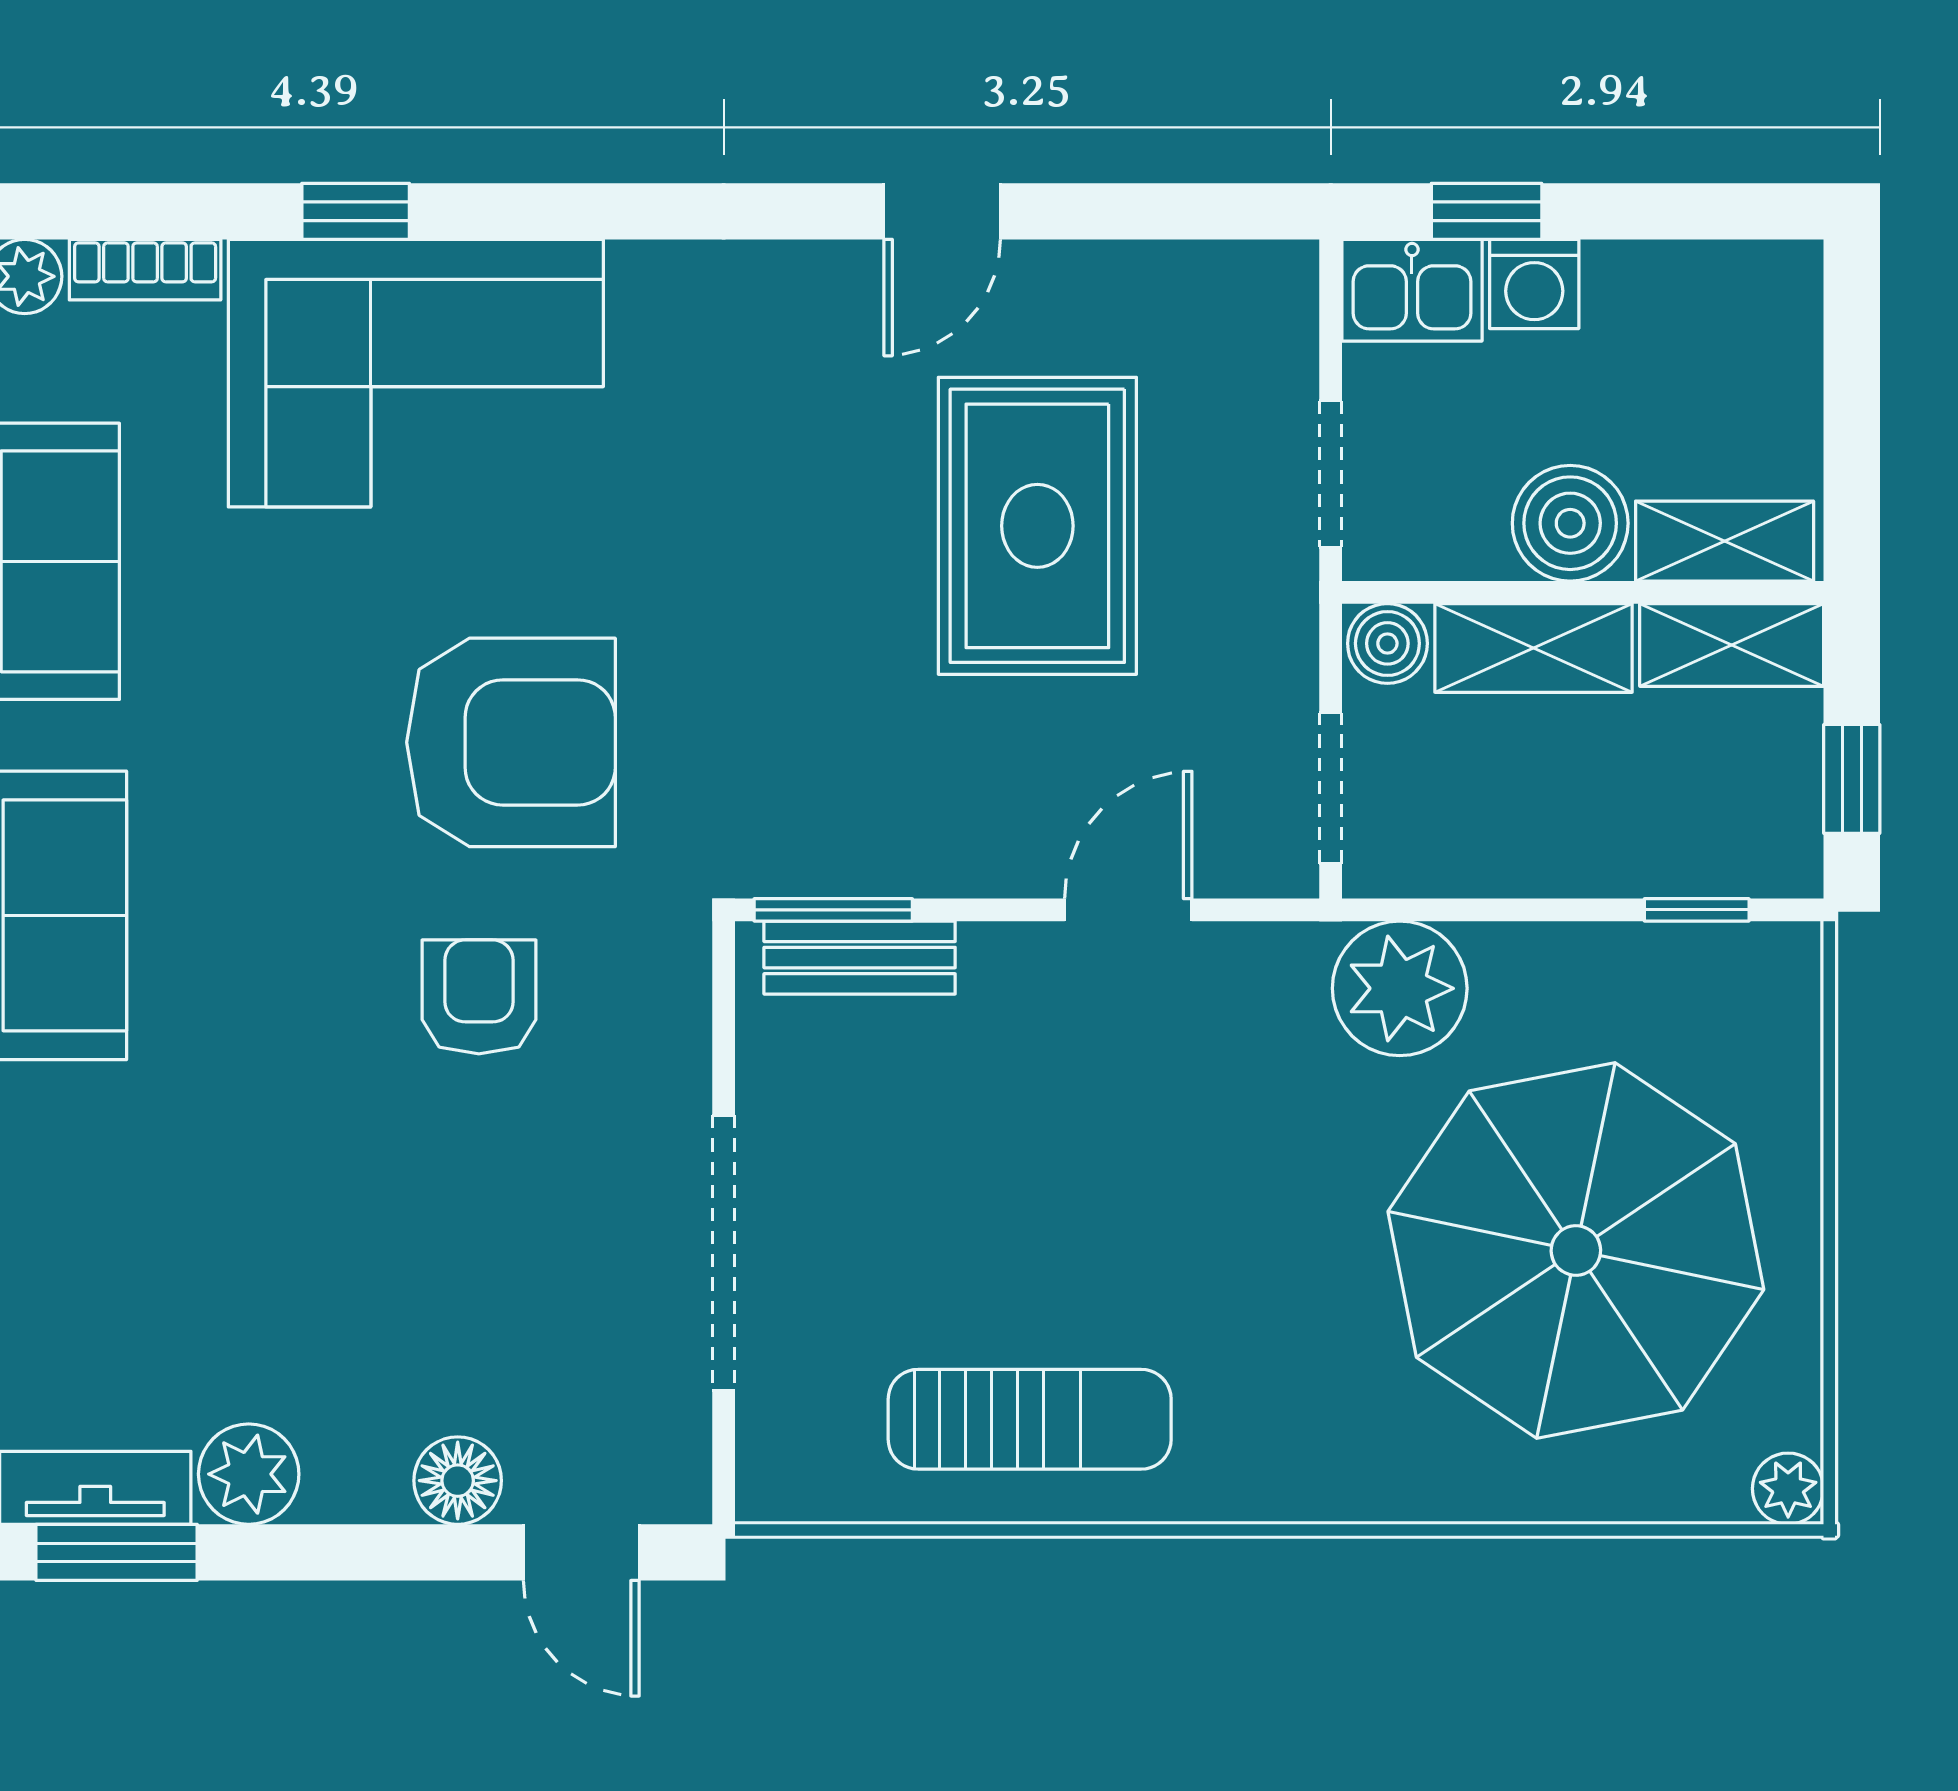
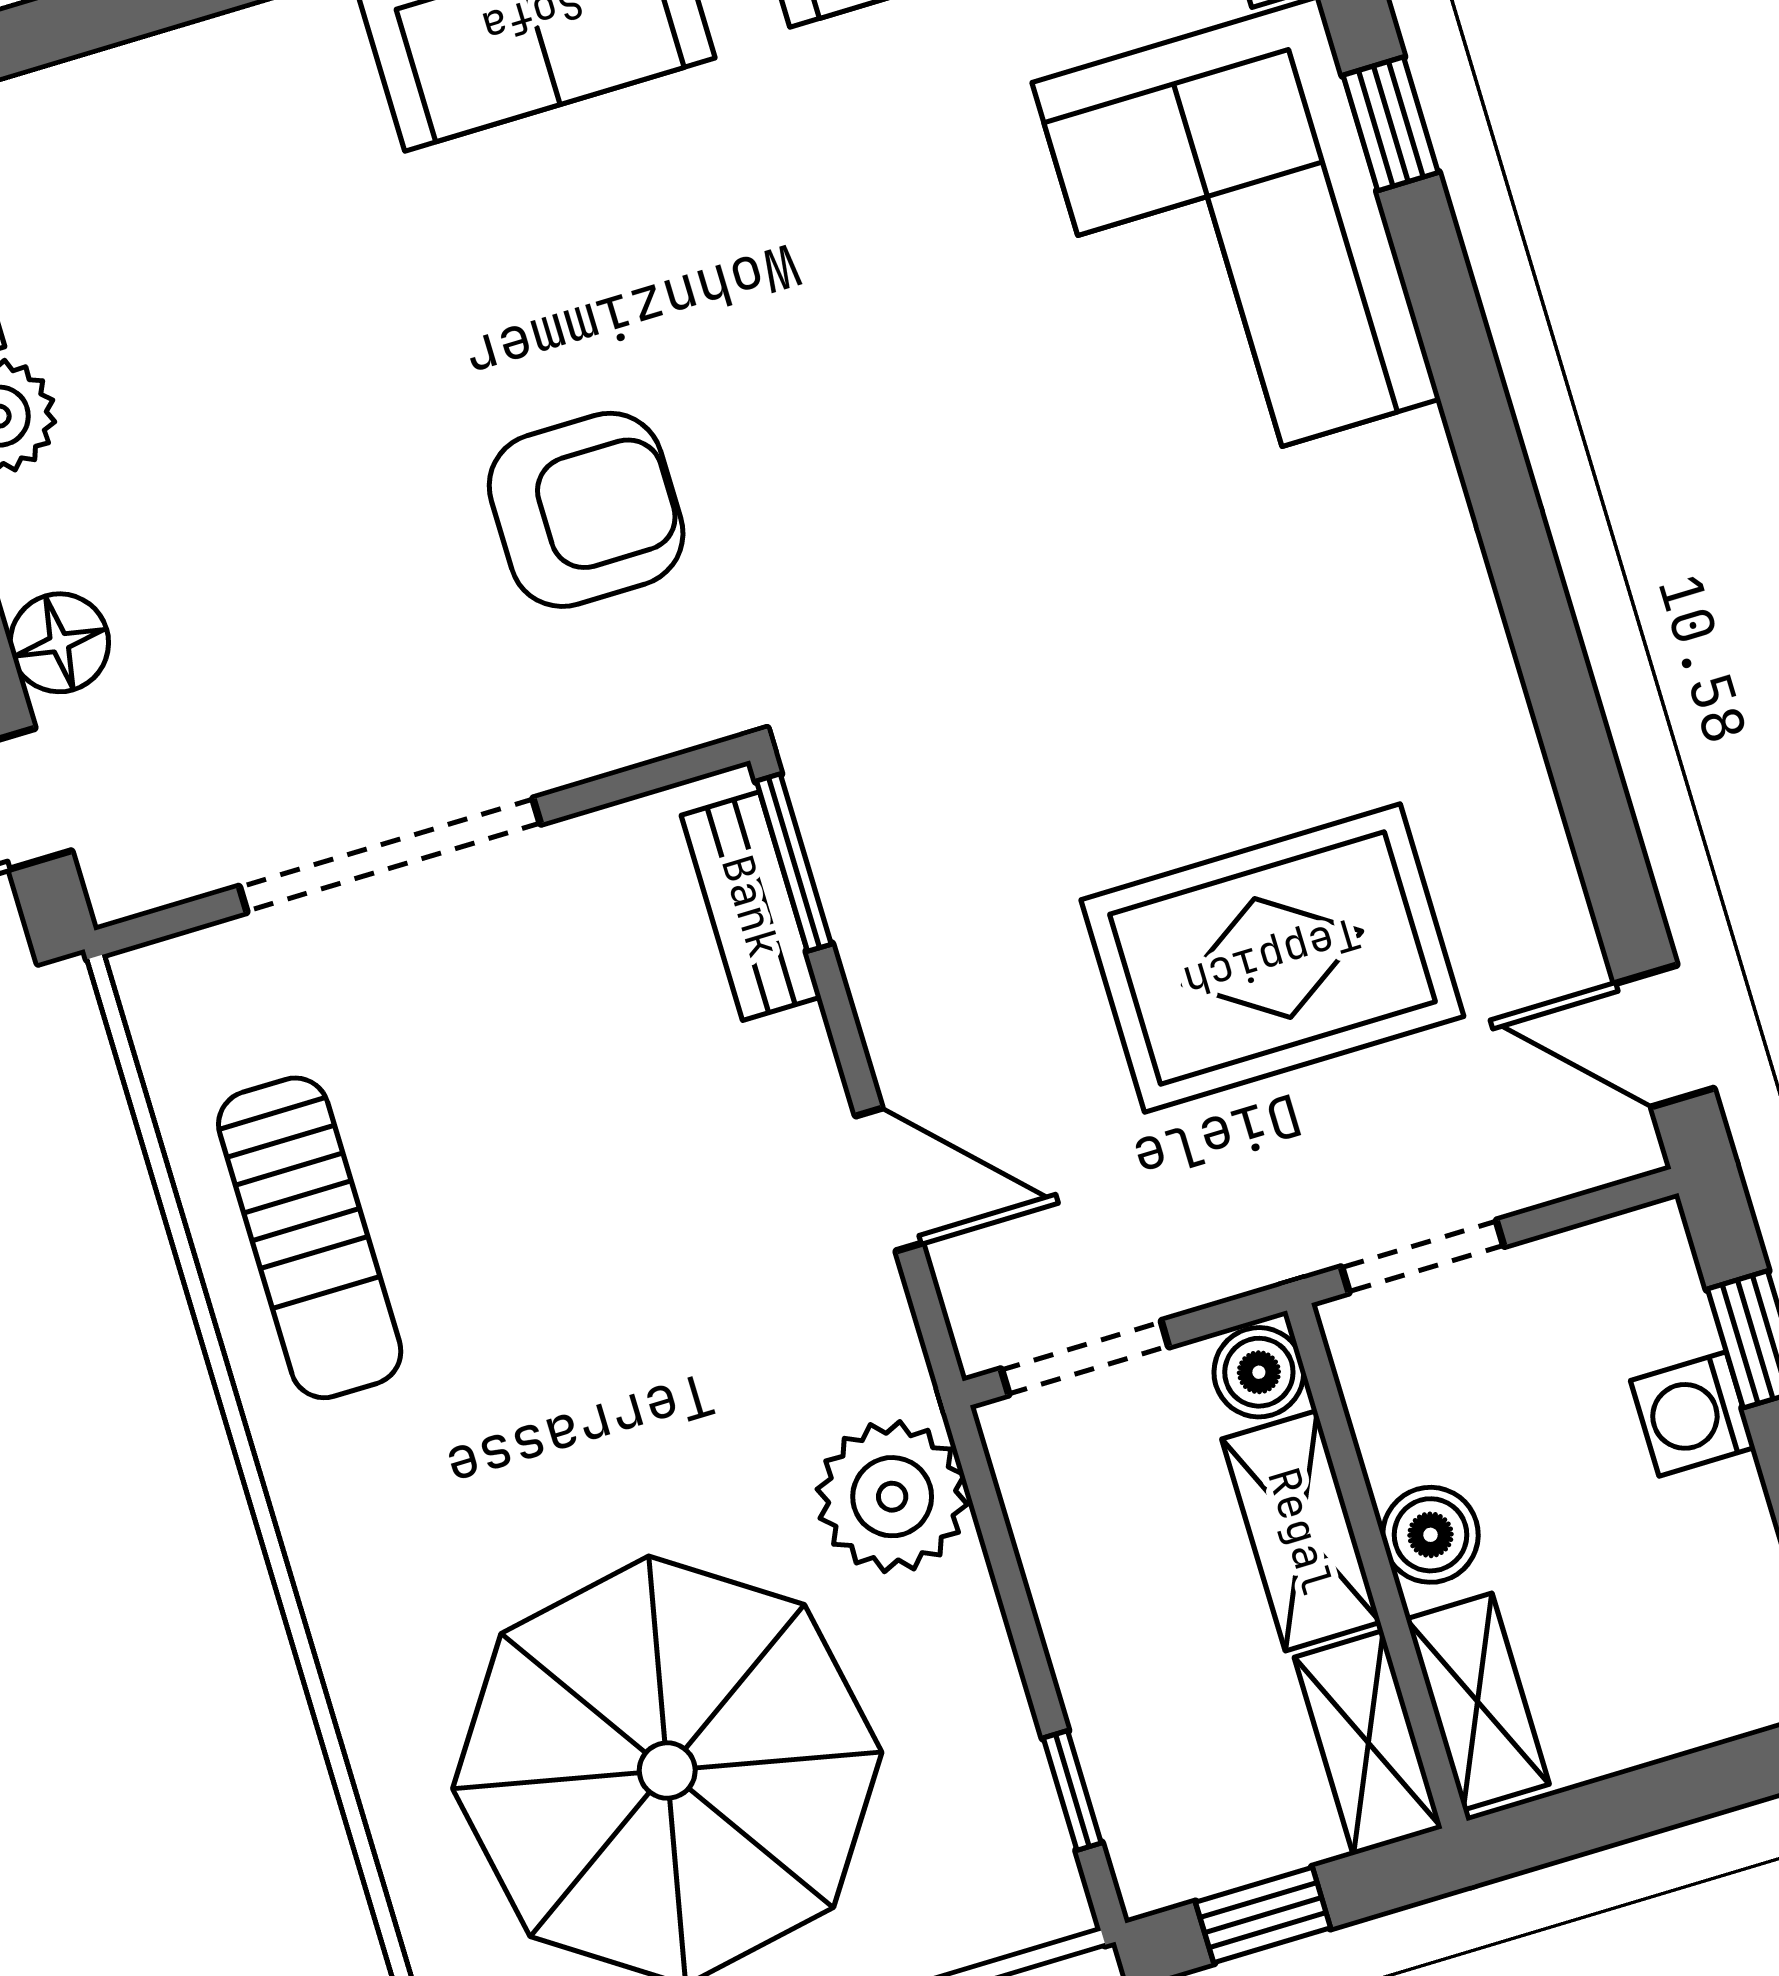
door: (942, 211) -> (1664, 1036), moved
kitchen sink: (1412, 290) -> (1647, 1285), removed
boiler: (1570, 523) -> (1430, 1535), width x0.73, depth x0.73
armchair: (511, 742) -> (870, 462), removed
armchair: (479, 997) -> (586, 510), width x1.38, depth x1.38

